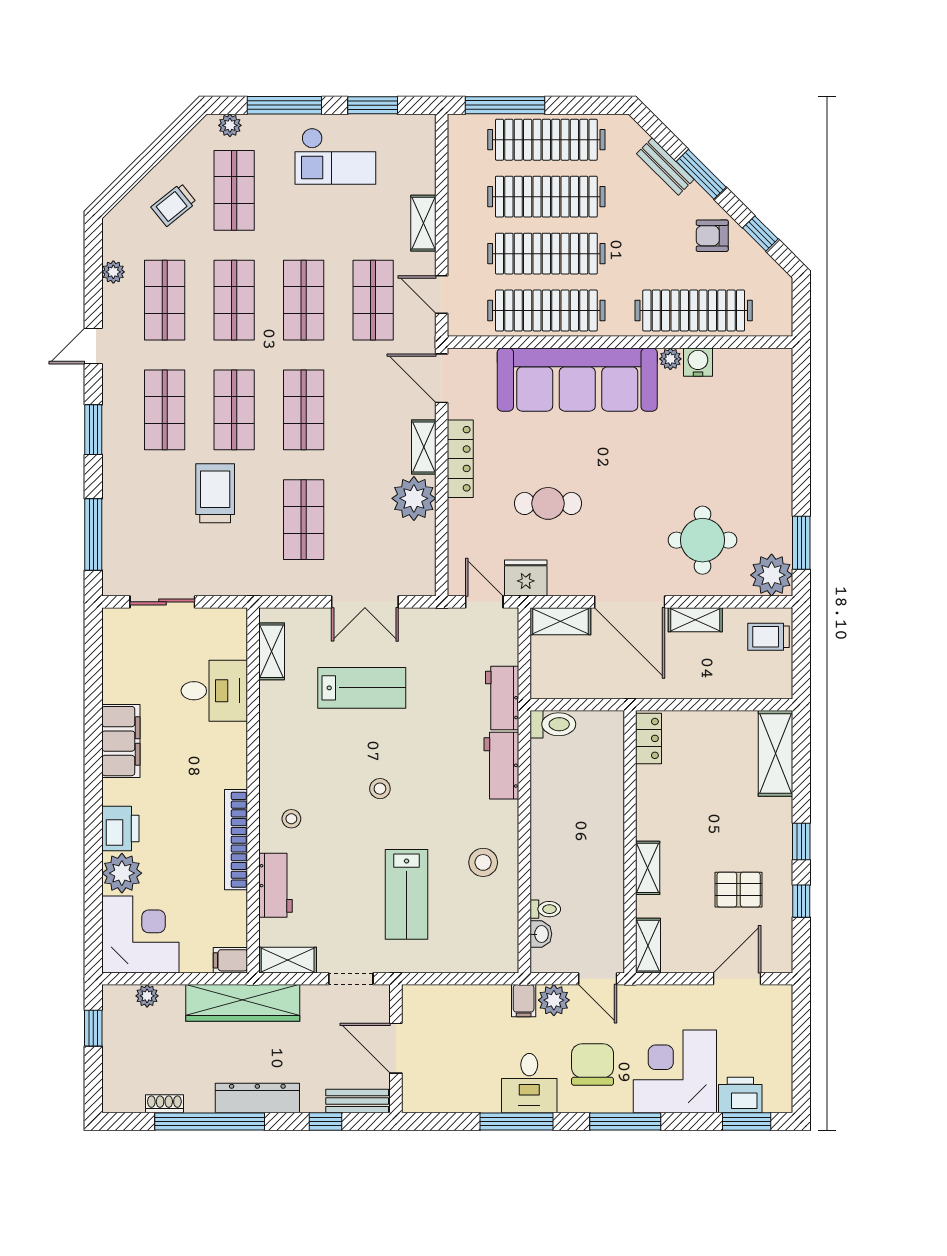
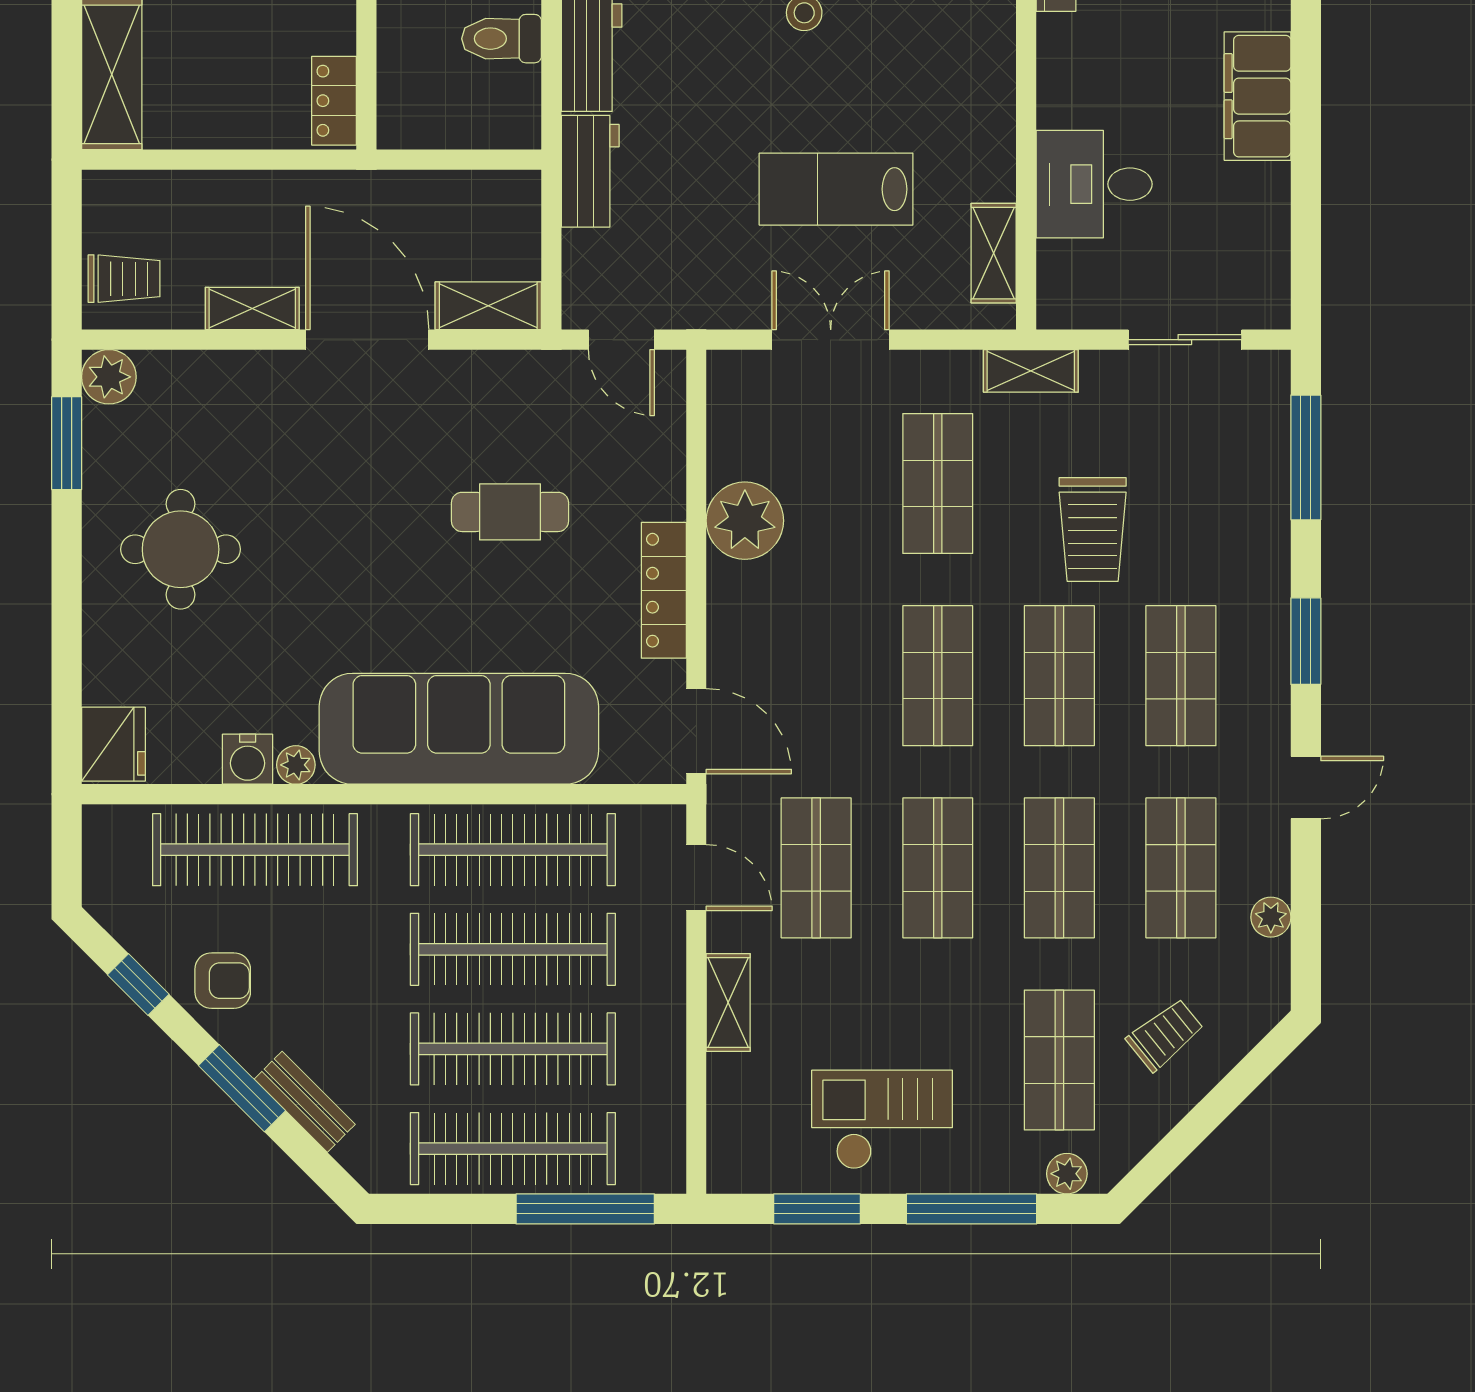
shelving: (424, 447) -> (1031, 371), moved, turned 90
round table: (702, 540) -> (181, 549), moved
plant: (772, 575) -> (109, 377), width x0.73, depth x0.73
fridge: (526, 578) -> (113, 744), moved, turned -90
toilet: (553, 724) -> (502, 39), moved

